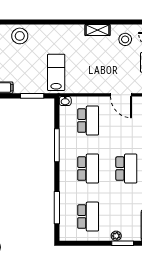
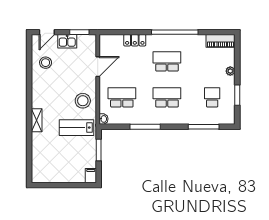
shelving: (98, 30) -> (37, 120), moved
stool: (20, 36) -> (83, 101), moved
school desk: (88, 217) -> (212, 97), width x0.54
window: (123, 243) -> (237, 95), moved

